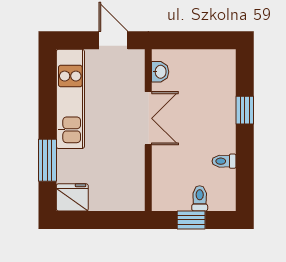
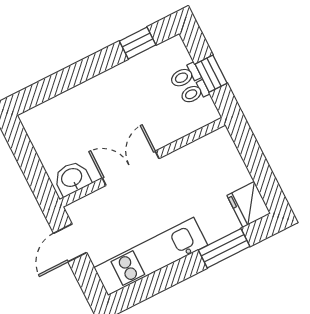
washbasin: (160, 72) -> (72, 178), width x1.38, depth x1.45
window: (245, 110) -> (138, 43), moved
toilet: (224, 161) -> (194, 92), moved, turned 90

